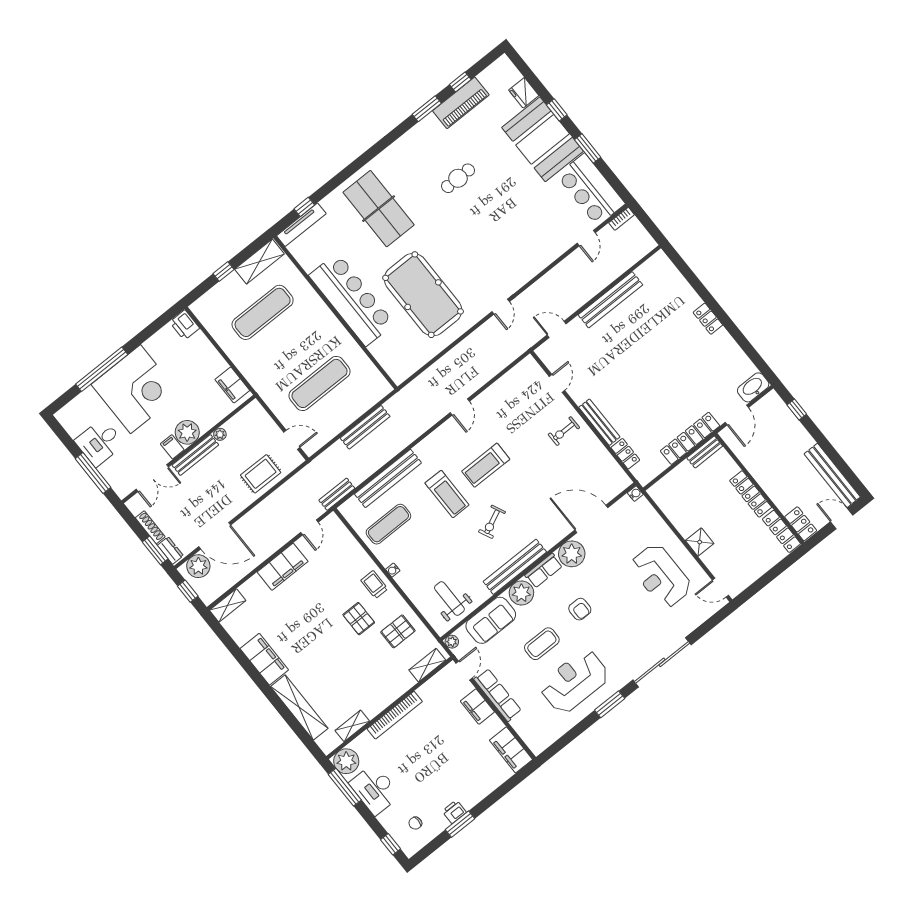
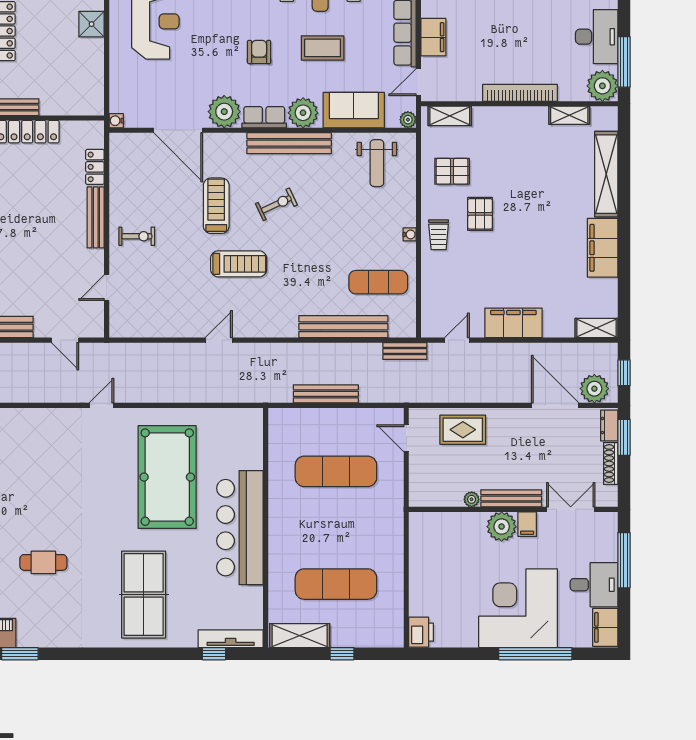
filing cabinet: (232, 385) -> (605, 627), moved, turned 180
treadmill: (447, 494) -> (216, 206), moved

